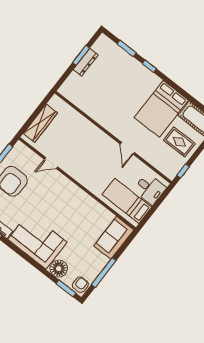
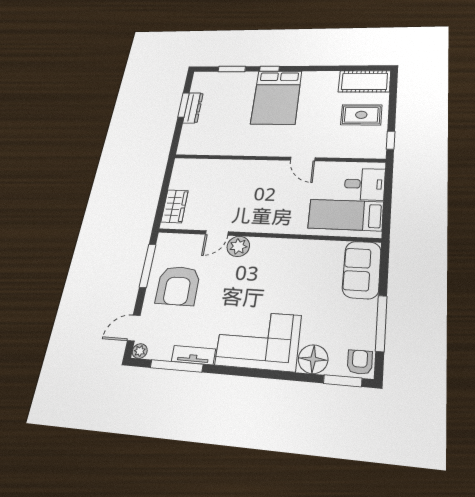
bed: (161, 109) -> (276, 97), moved
wardrobe: (40, 123) -> (175, 206), width x0.67
plant: (58, 180) -> (238, 246), added

